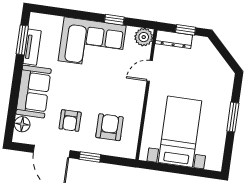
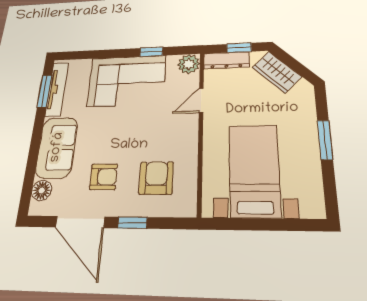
tv unit: (32, 47) -> (57, 89), width x1.41
wardrobe: (211, 57) -> (277, 72), added
armchair: (70, 121) -> (104, 177), turned -90

